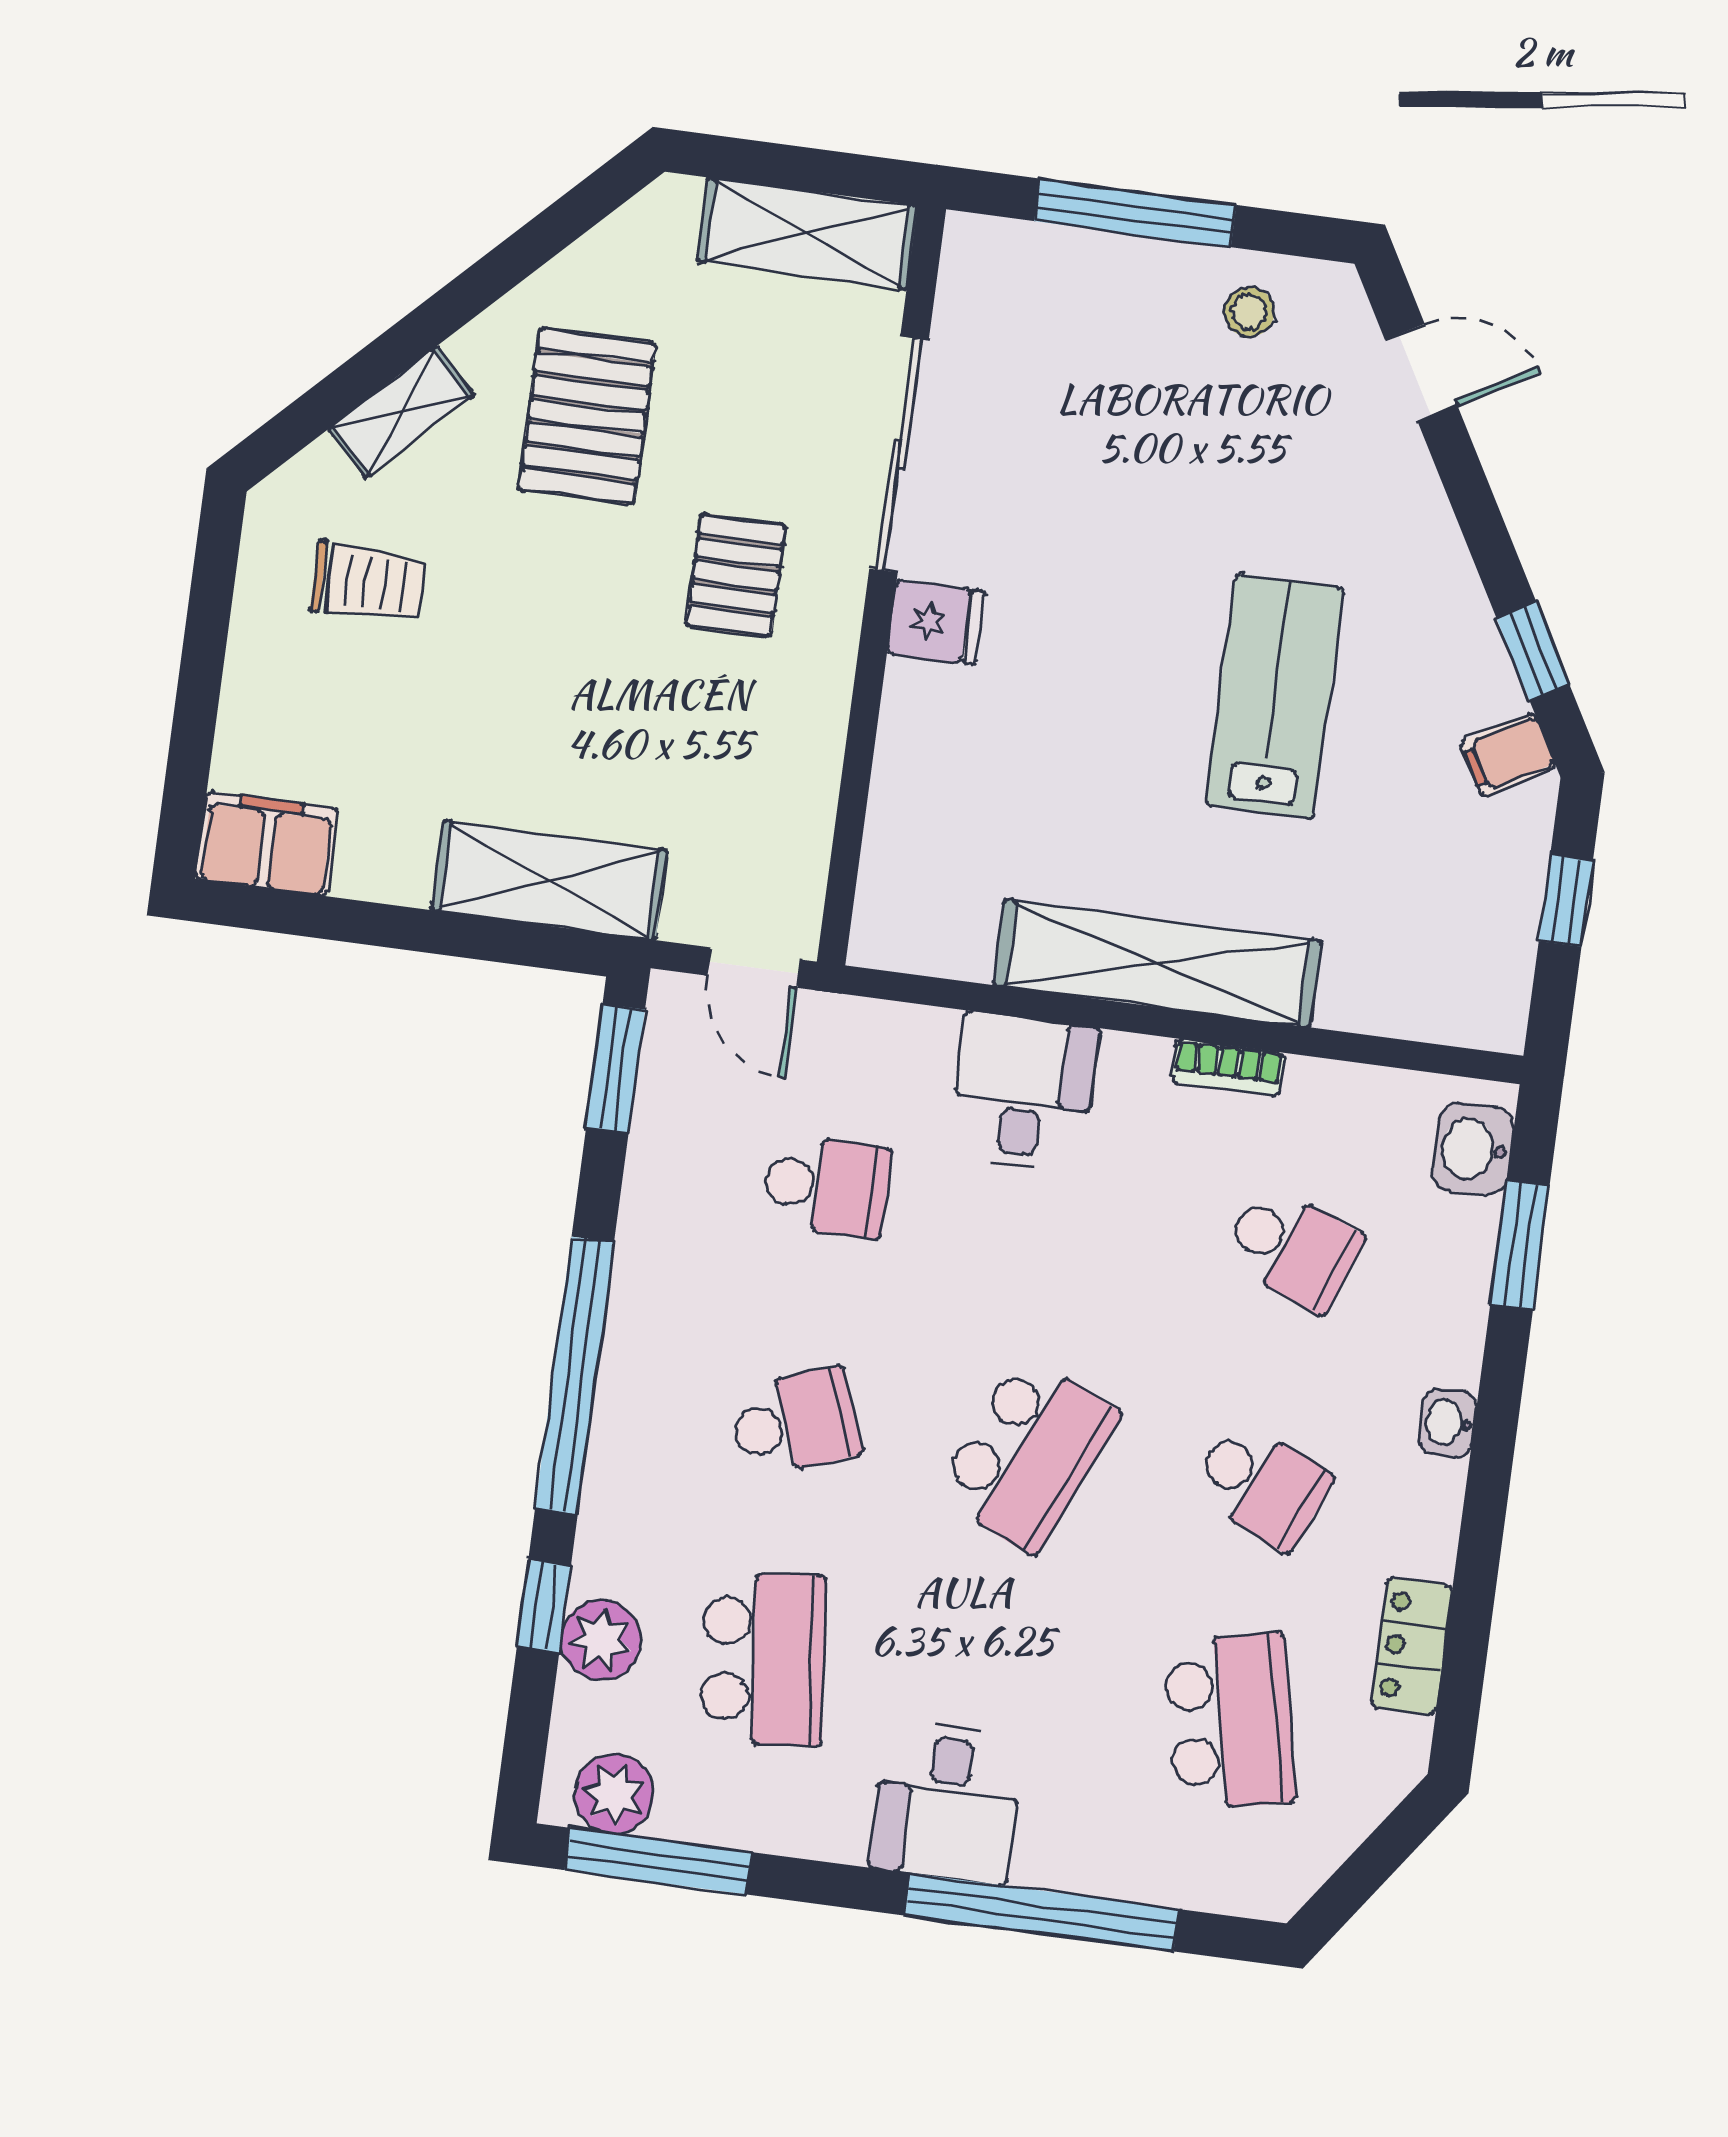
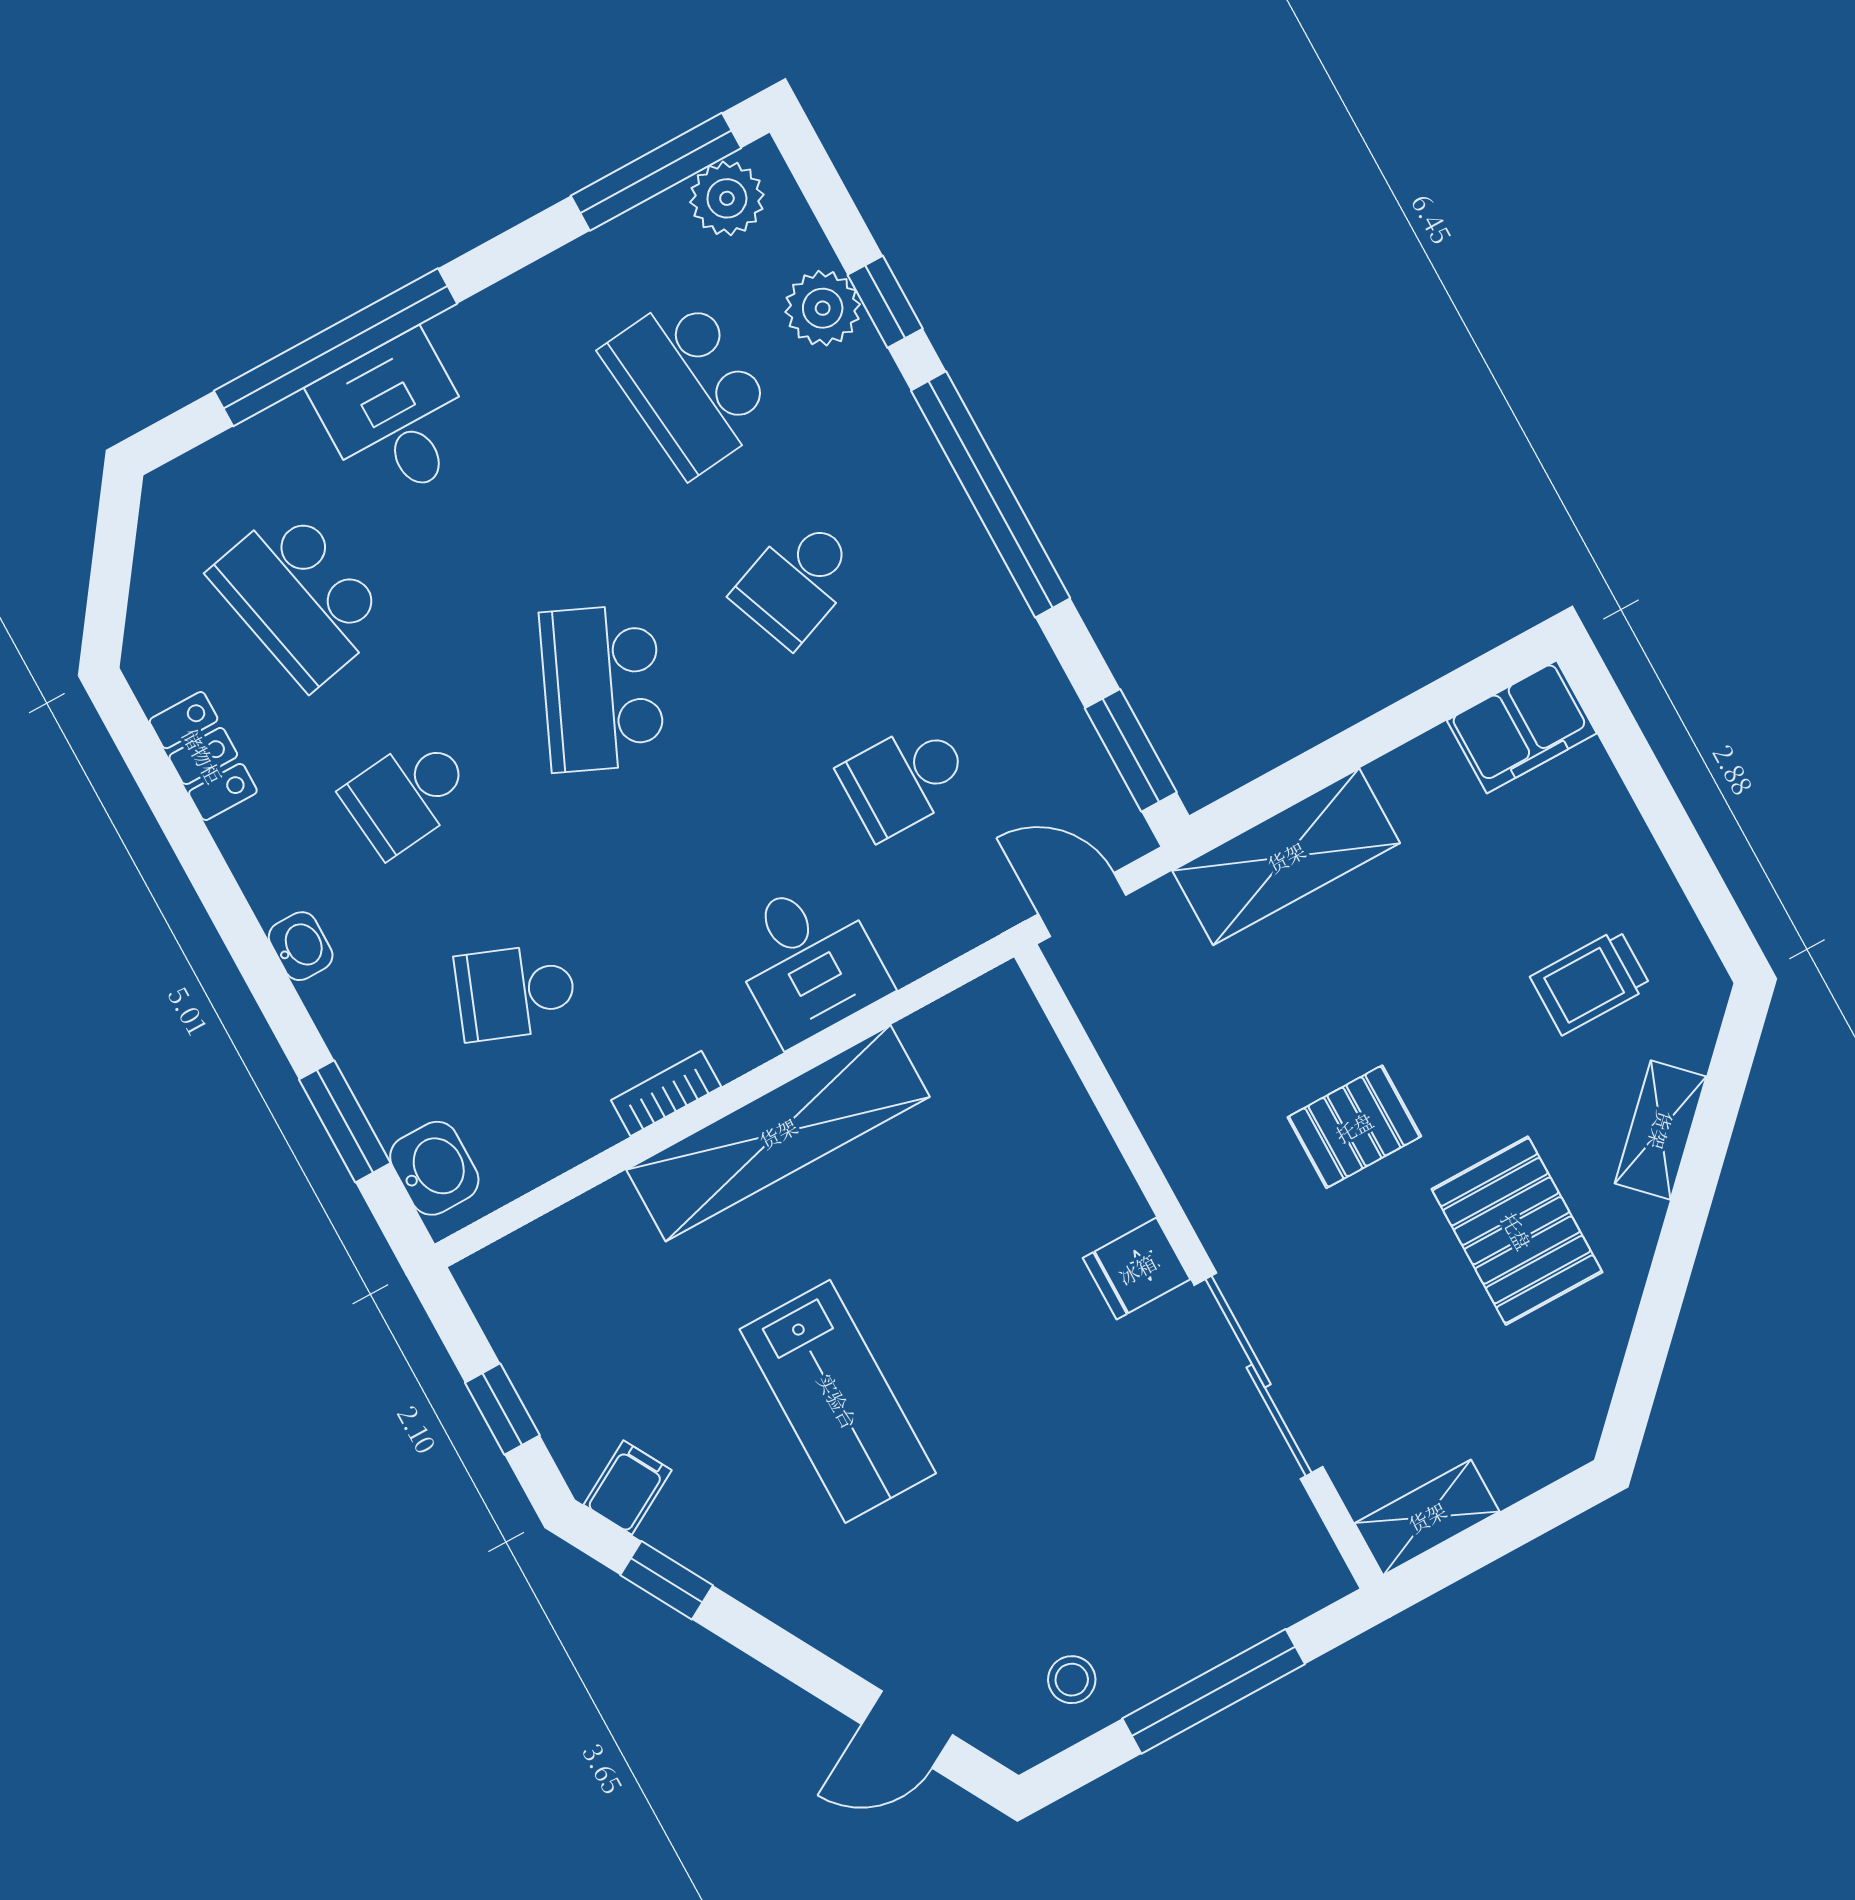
shelving: (807, 233) -> (1427, 1517), width x0.67, depth x0.75
pallet: (736, 575) -> (1354, 1127), moved, turned 90
school desk: (1261, 1485) -> (408, 795), turned -30
desk: (947, 1802) -> (396, 418), moved

